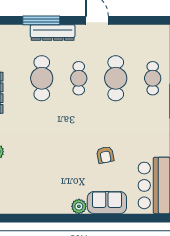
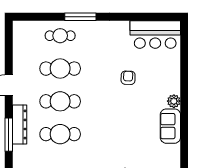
cafe table: (79, 78) -> (60, 101), width x1.37, depth x1.35
armchair: (105, 155) -> (128, 78), turned -77
sofa: (107, 203) -> (170, 126), moved

